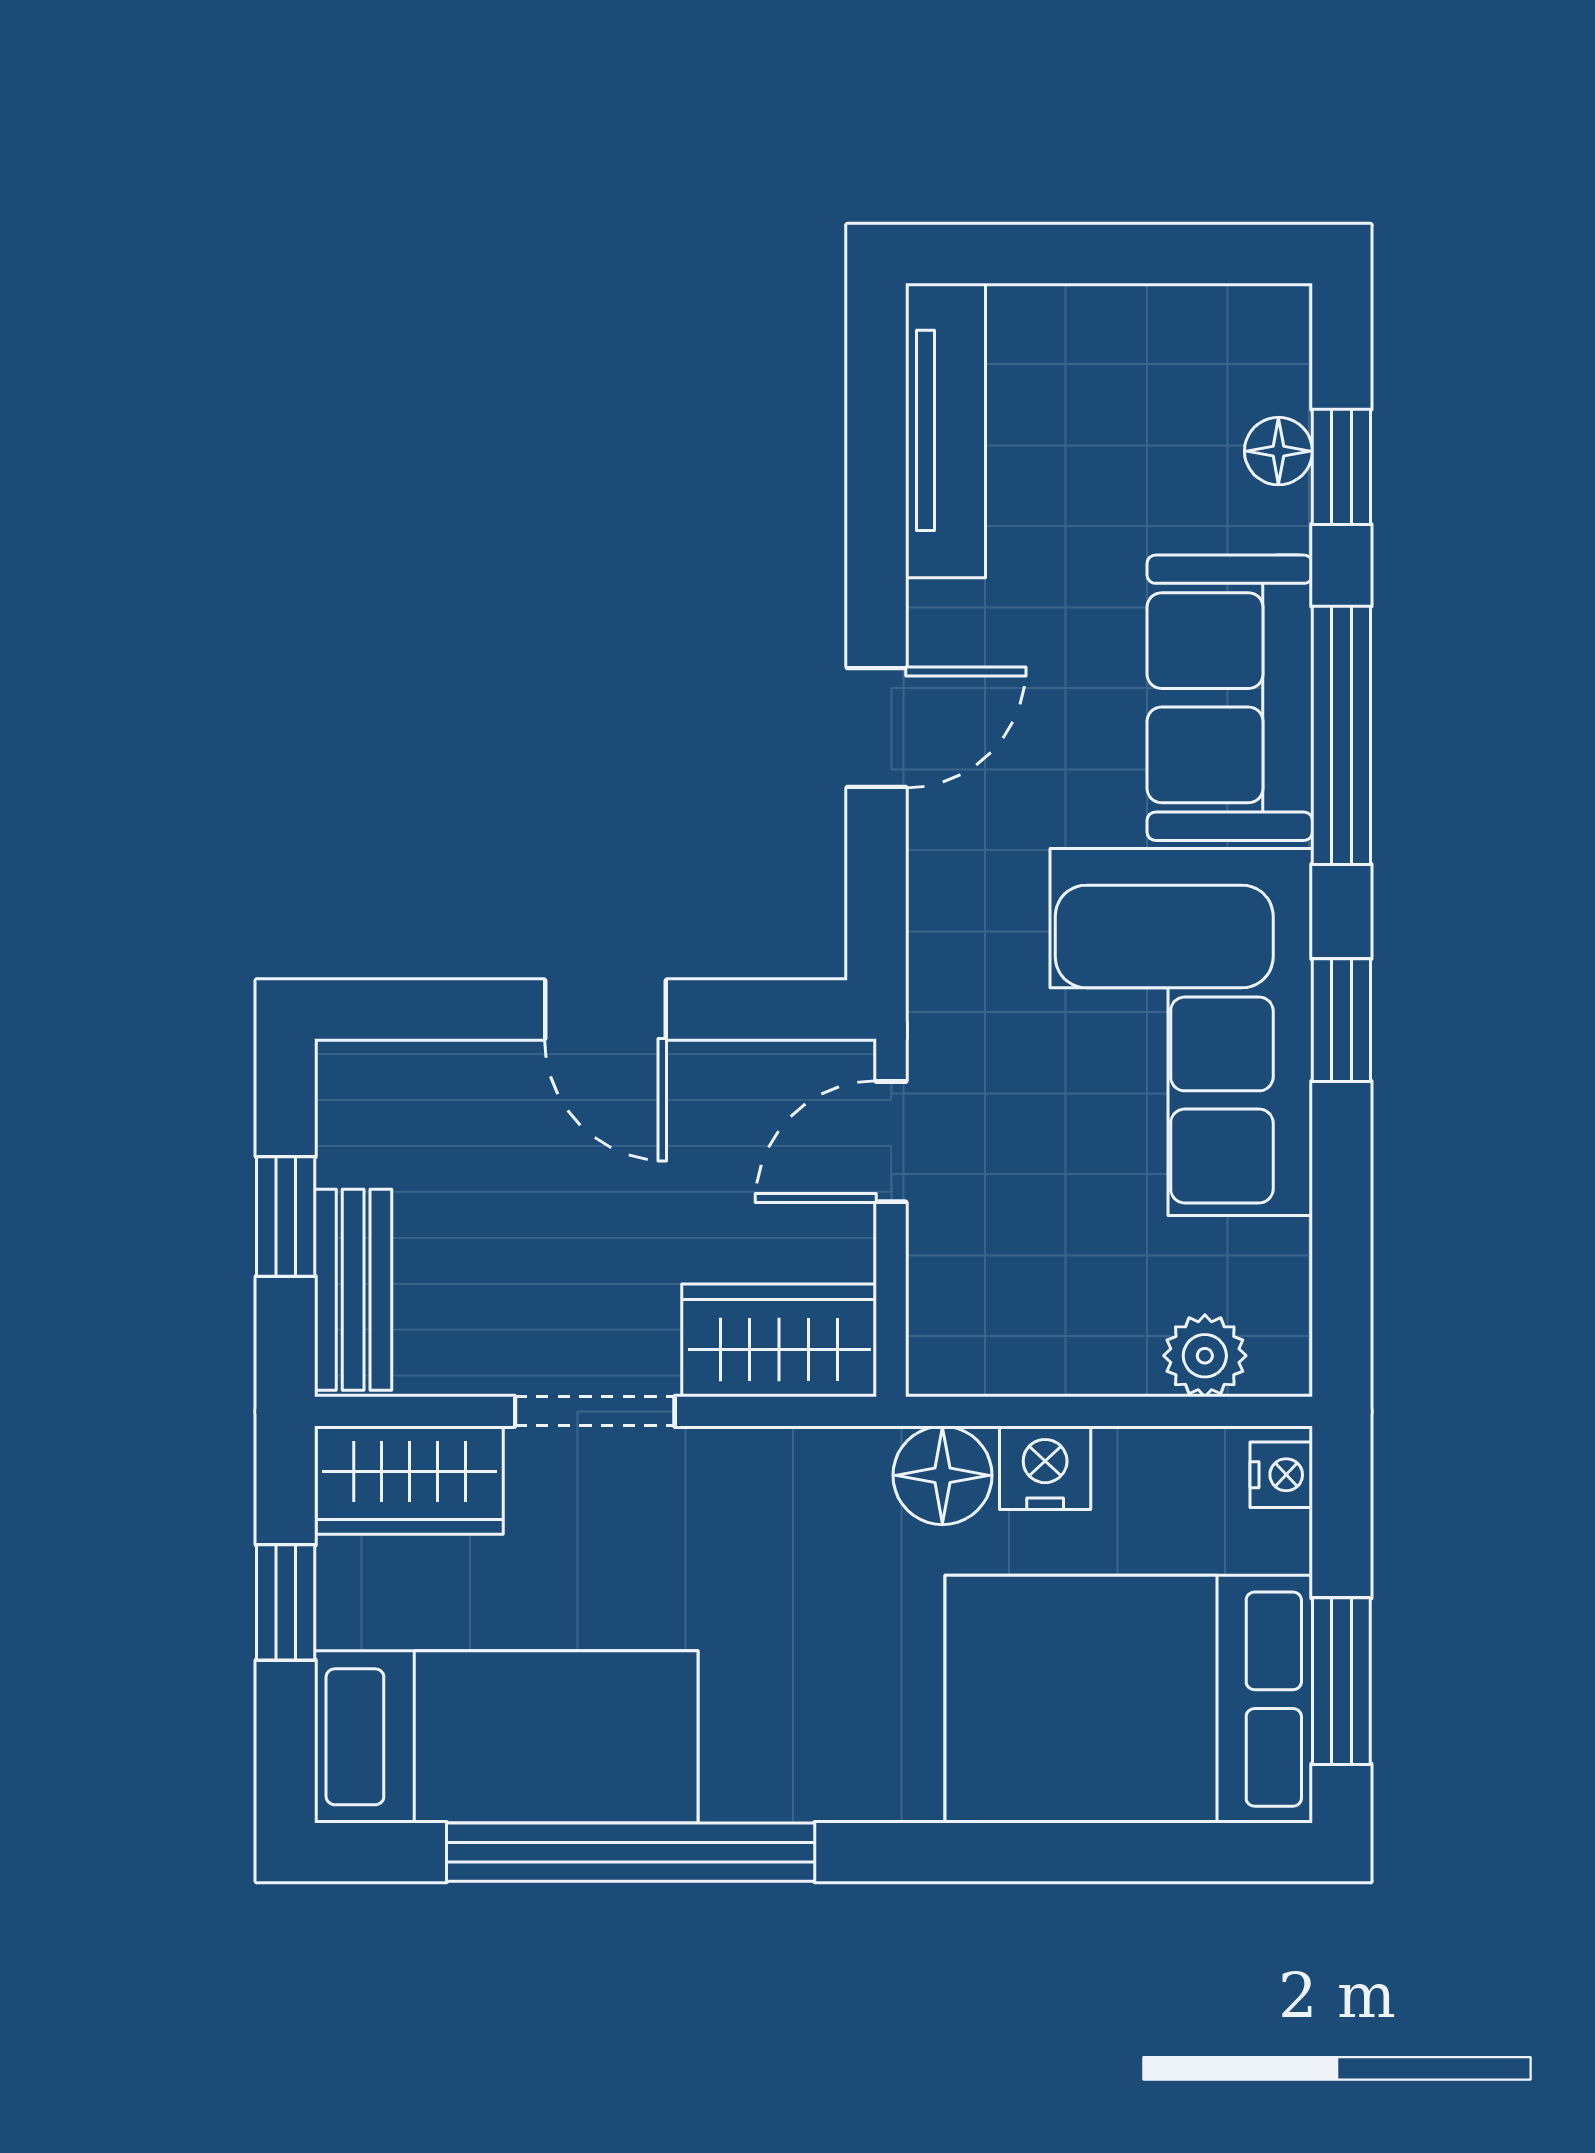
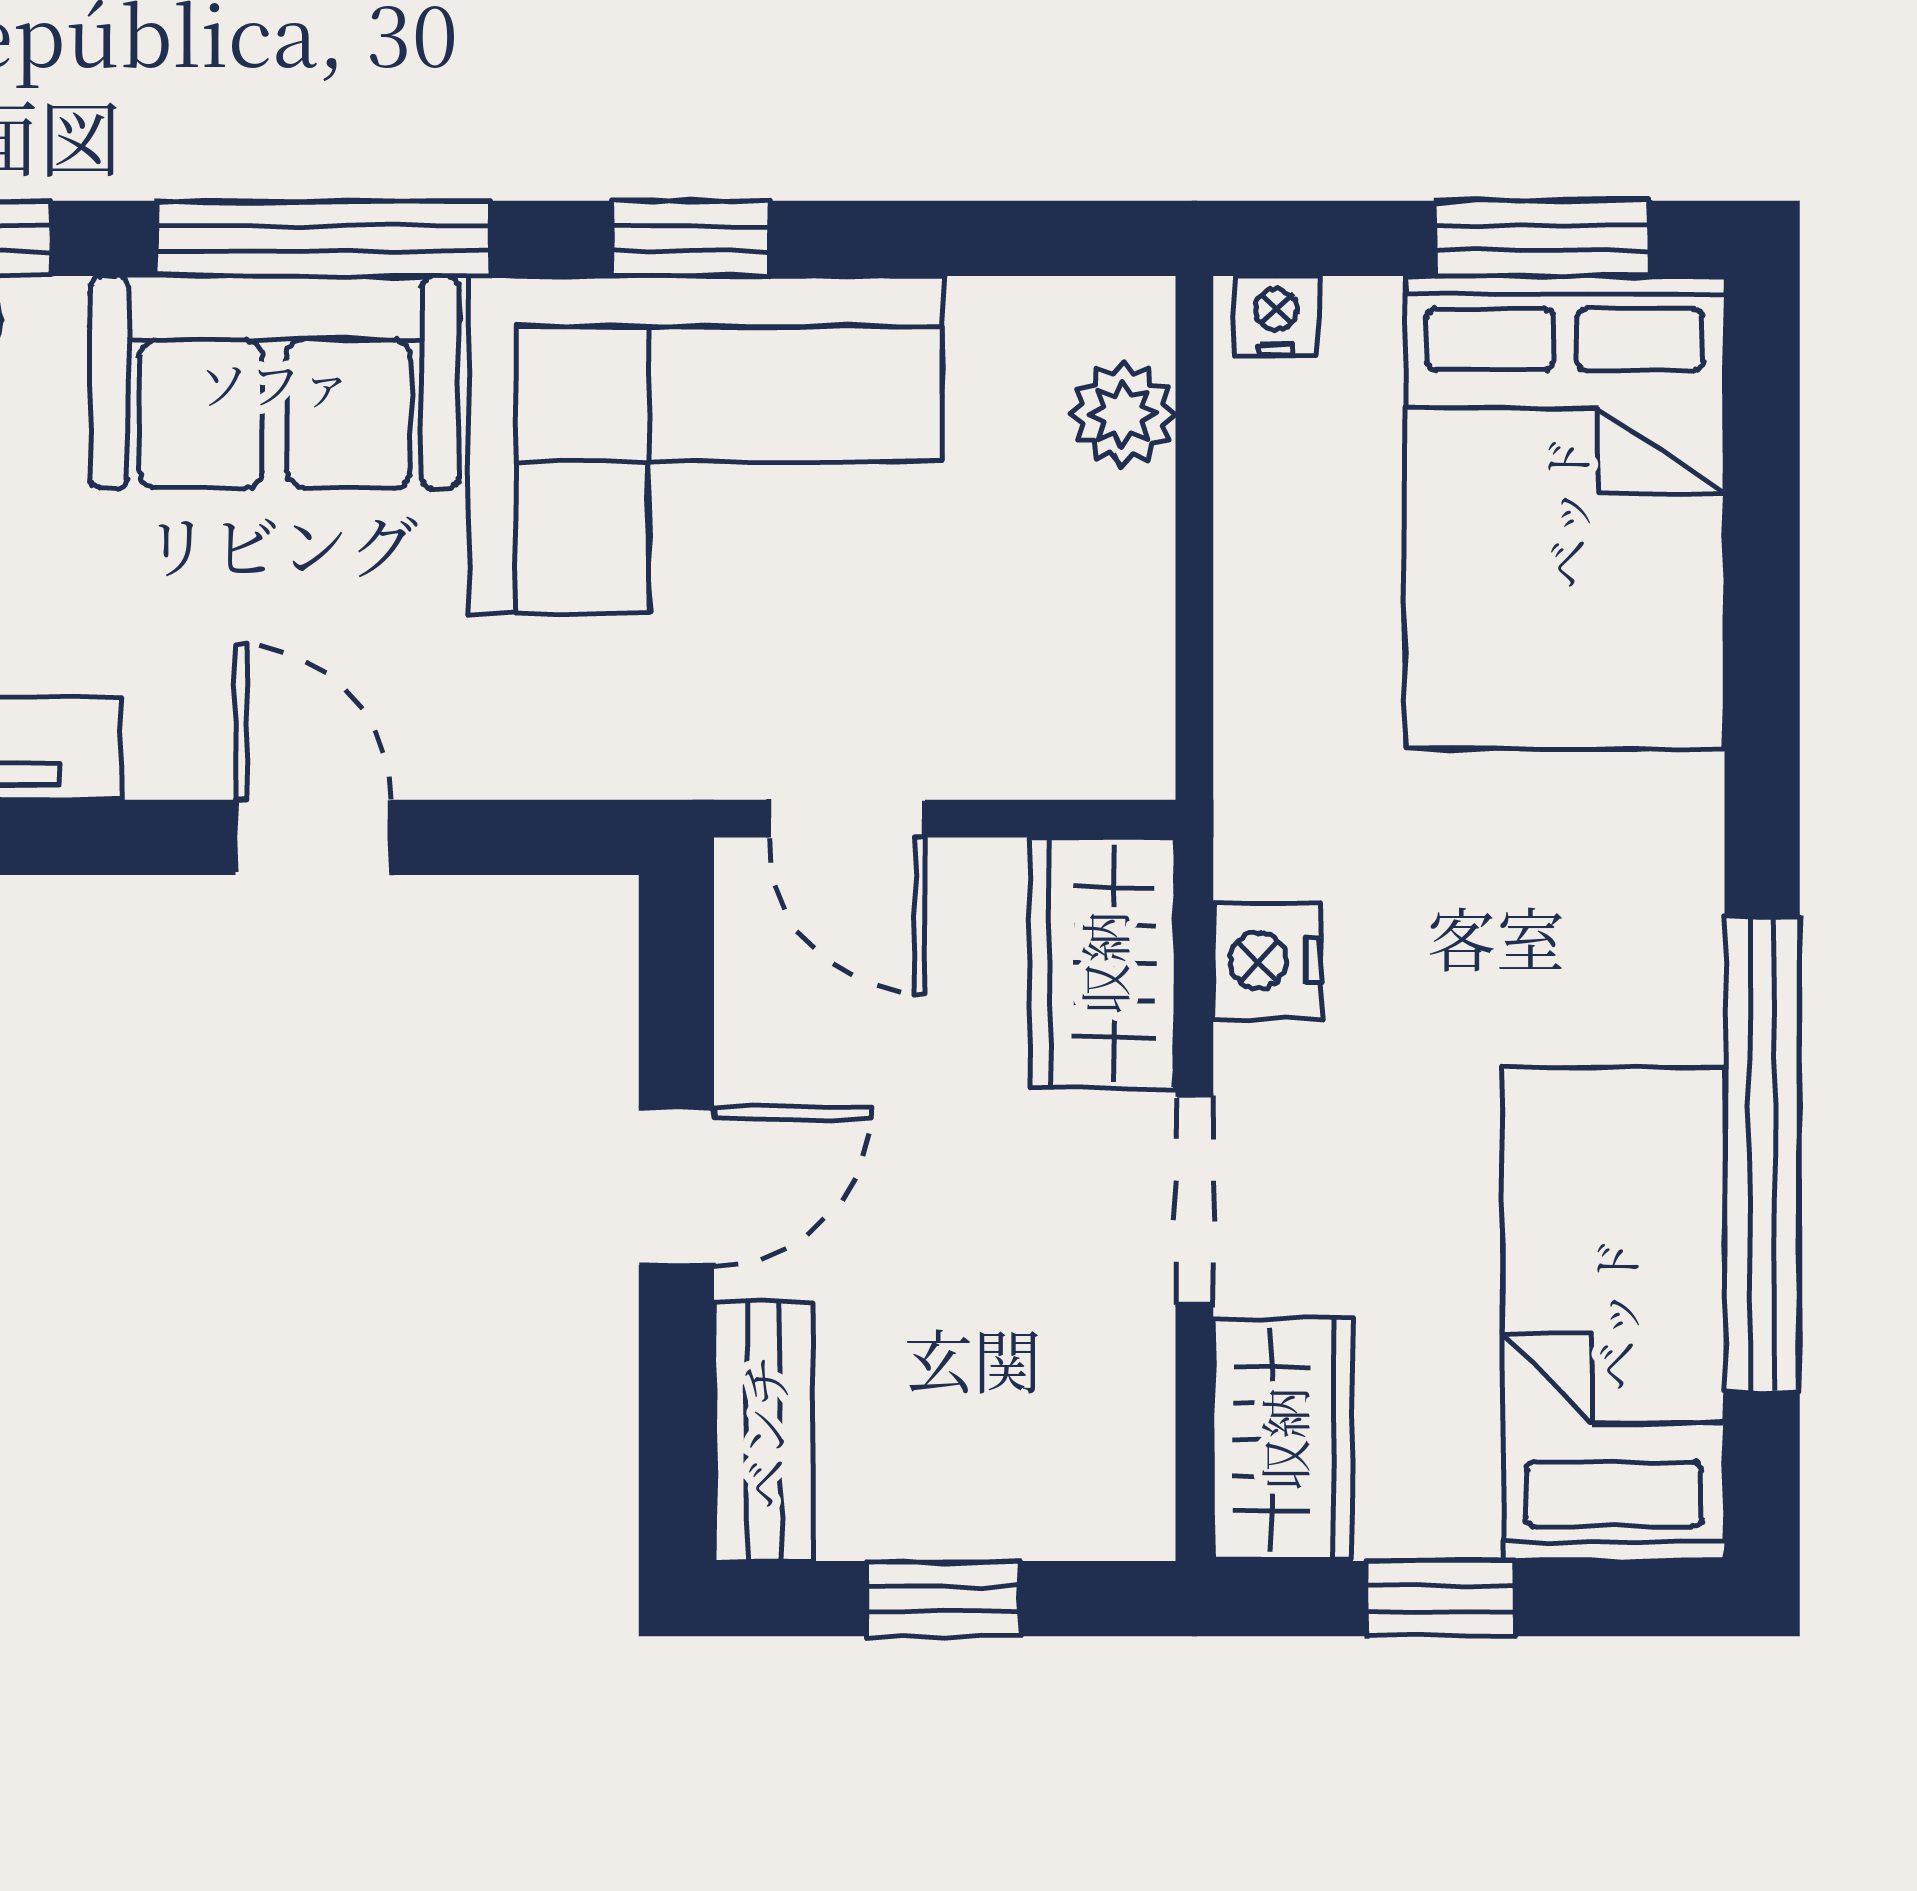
bench: (353, 1290) -> (763, 1432), moved, turned 90
nightstand: (1045, 1468) -> (1267, 961), moved
floor lamp: (942, 1475) -> (1277, 752), removed

